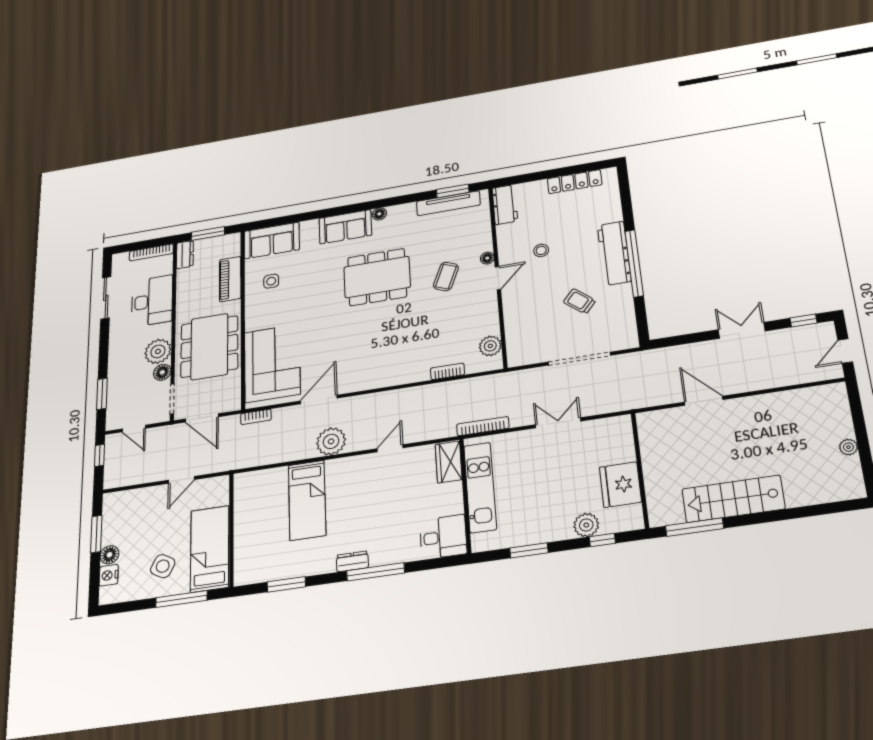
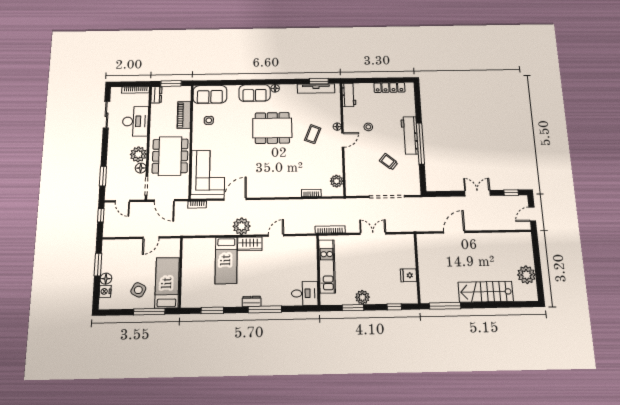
door: (704, 401) -> (454, 232), hinge flipped
plant: (848, 447) -> (526, 275), width x1.87, depth x1.87
wardrobe: (449, 462) -> (250, 244), moved, turned -90
fridge: (620, 485) -> (409, 275), width x0.53, depth x0.75
stairs: (733, 499) -> (486, 292), moved
plant: (586, 525) -> (362, 297), moved

